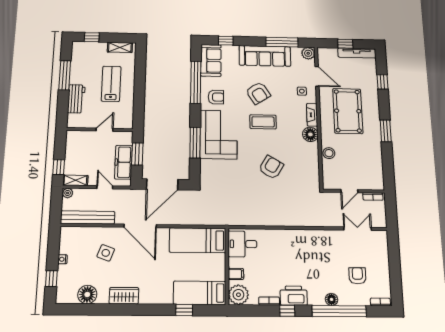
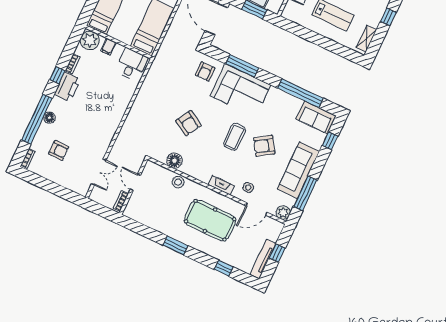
armchair: (216, 97) -> (205, 71), moved
floor lamp: (310, 134) -> (174, 161), moved

